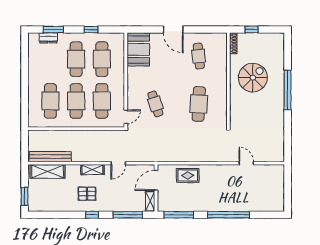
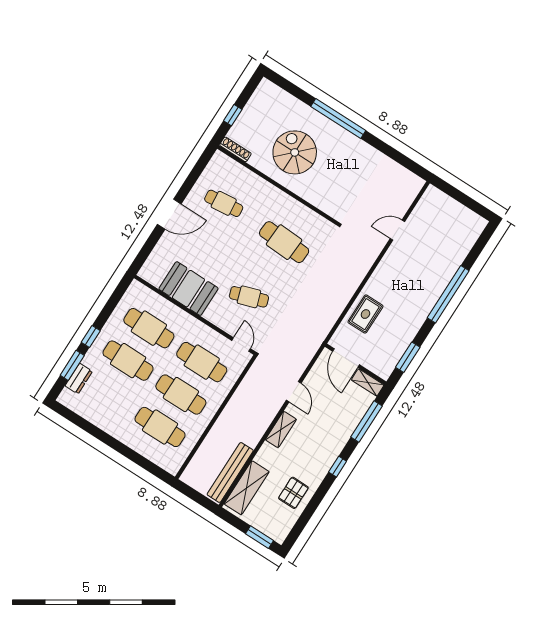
window: (91, 30) -> (91, 336), moved
booth: (138, 49) -> (188, 289), moved
pallet: (87, 194) -> (293, 493), moved
window: (179, 215) -> (408, 357), width x0.69

